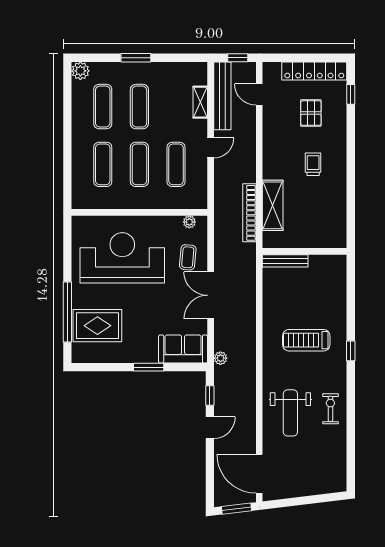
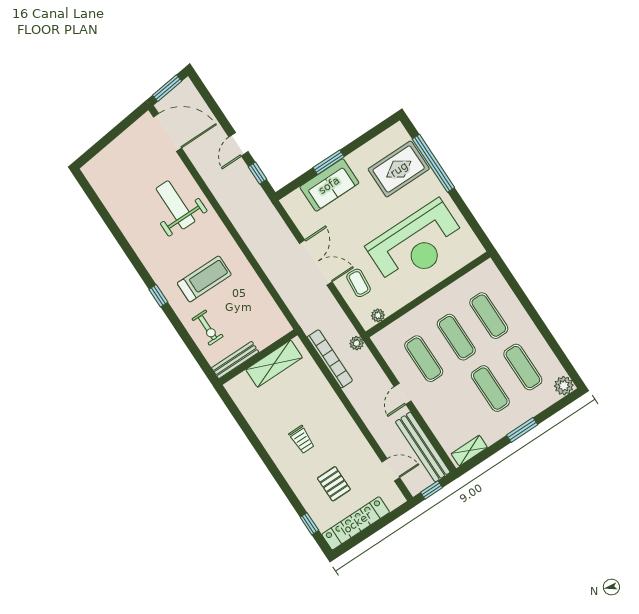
shelving: (200, 102) -> (469, 451), moved, turned 90
shelving: (273, 205) -> (274, 364), moved, turned 90
bench: (285, 261) -> (235, 360), moved
sofa: (183, 349) -> (329, 185), moved
plant: (220, 358) -> (357, 343), moved
exercise bike: (330, 409) -> (208, 328), moved

